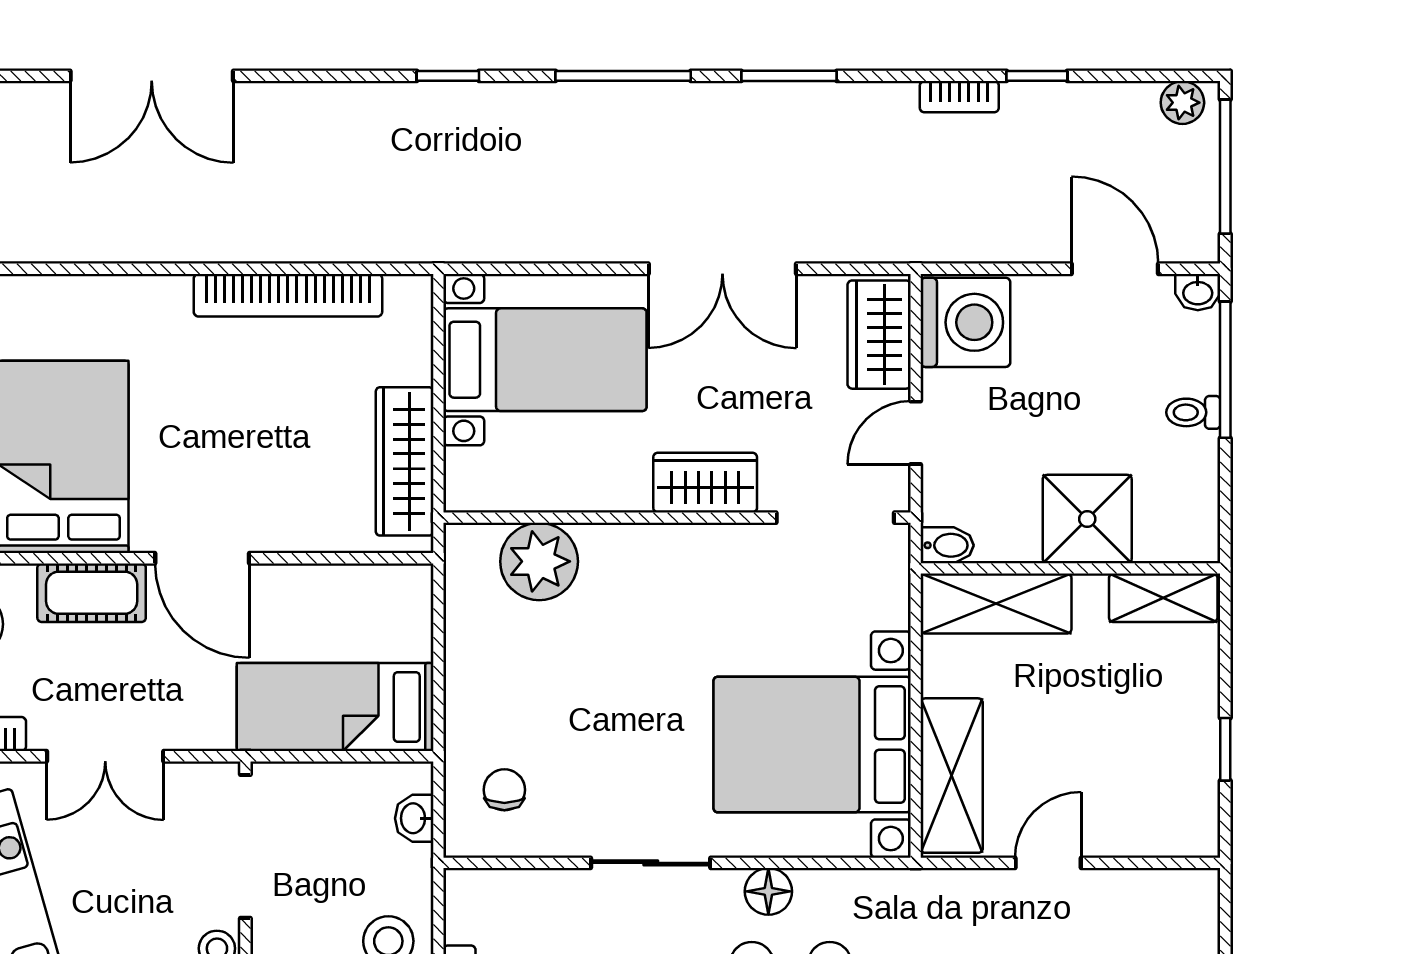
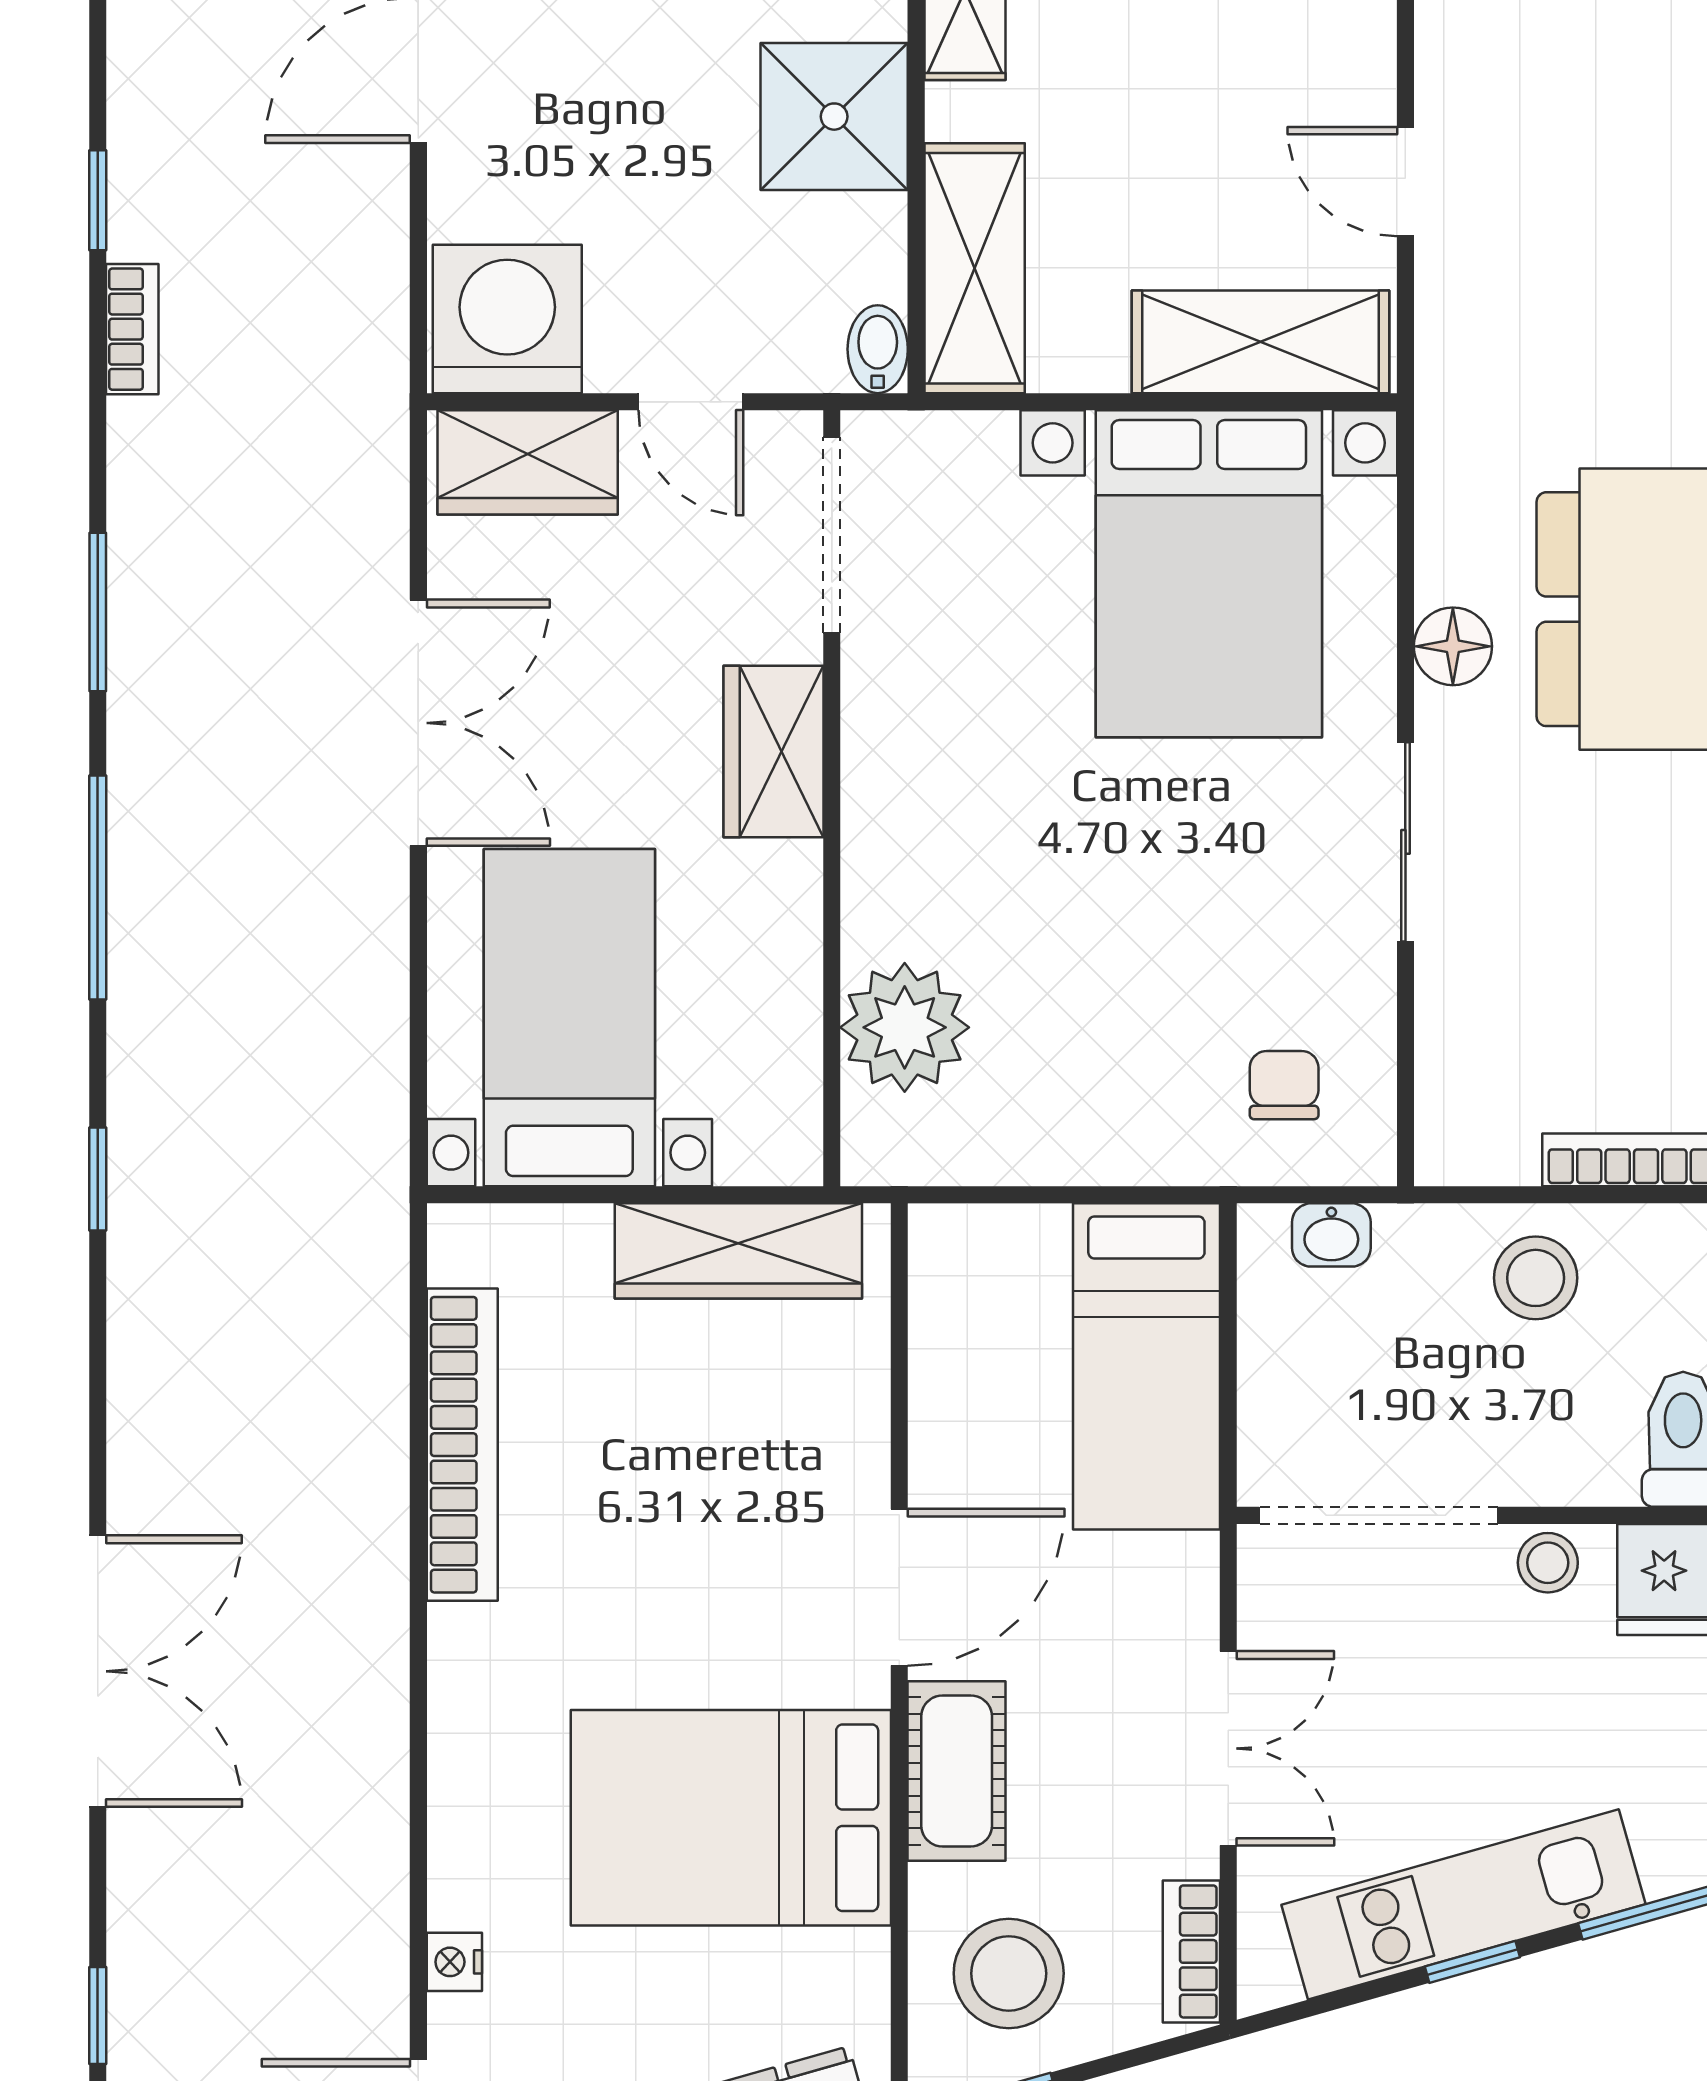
chair: (504, 790) -> (1284, 1085), turned 90

